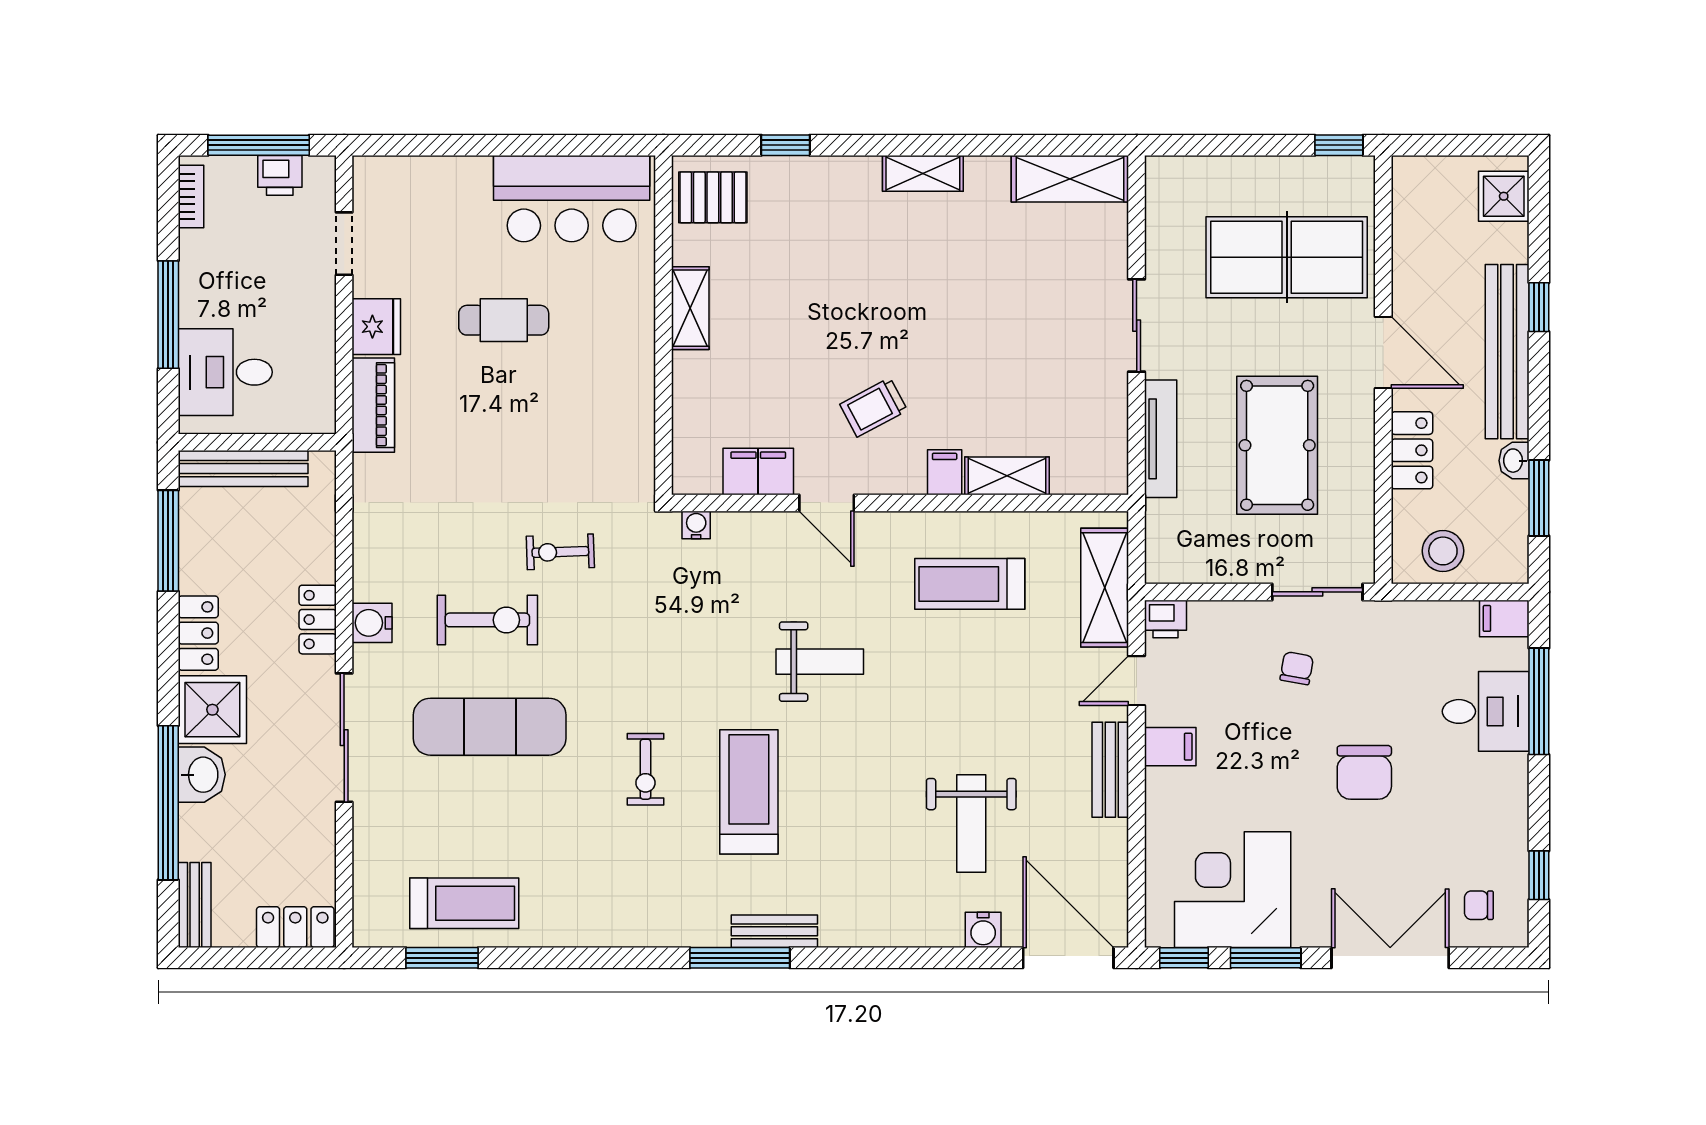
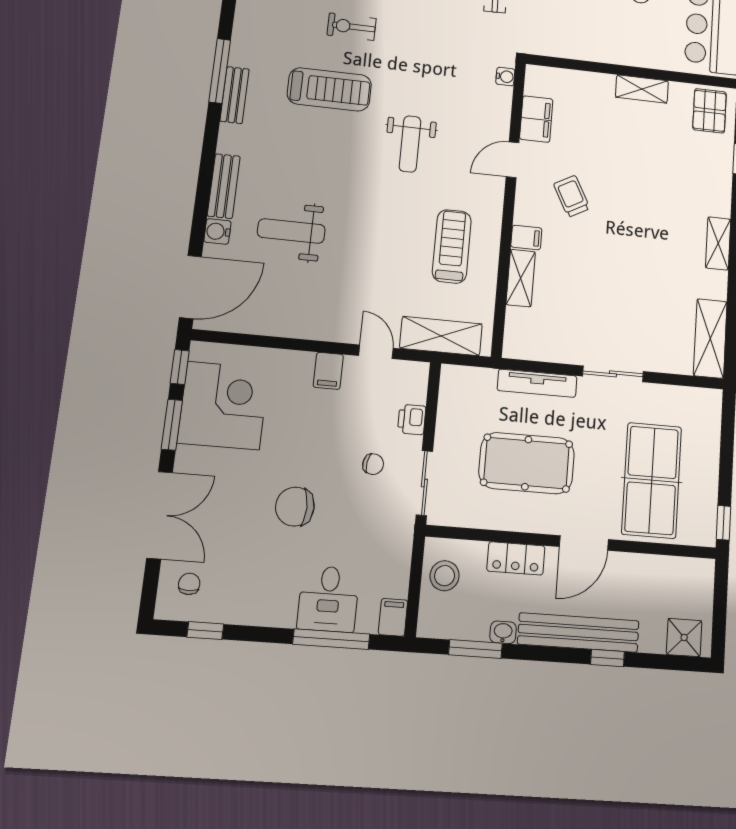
printer: (1165, 619) -> (412, 419), moved
bench: (1110, 770) -> (224, 186), moved, turned 90

